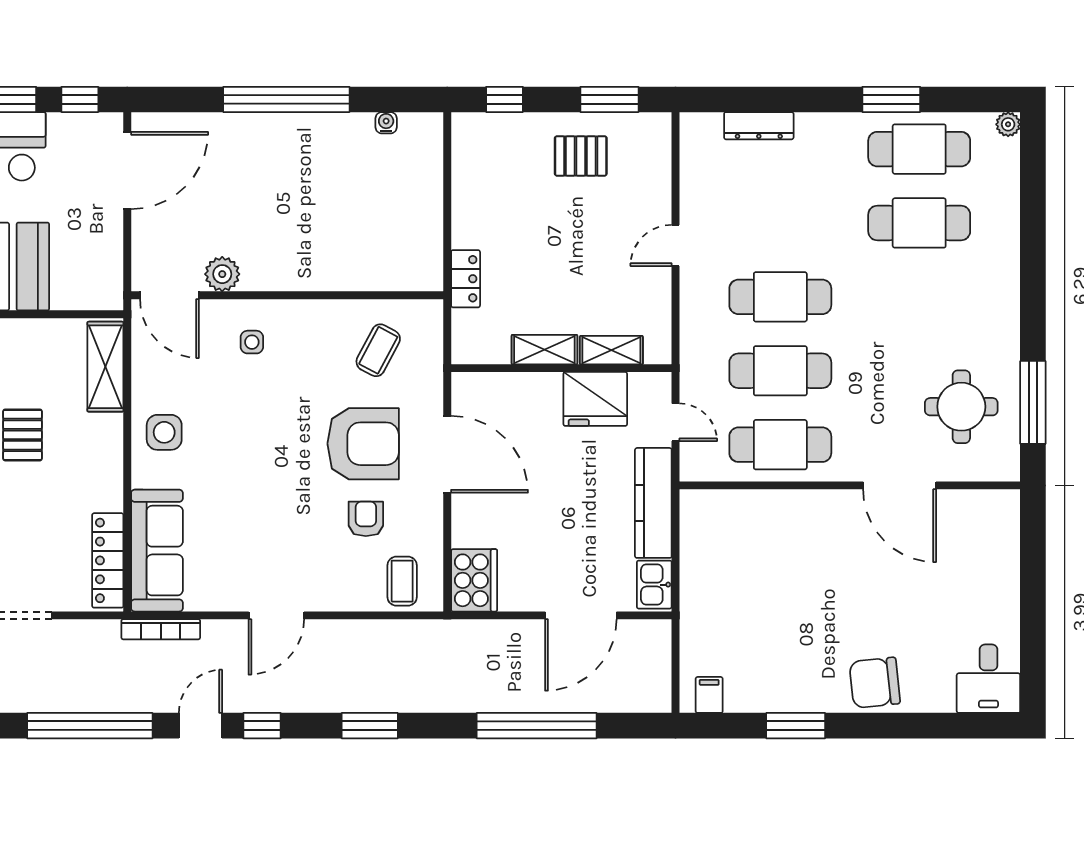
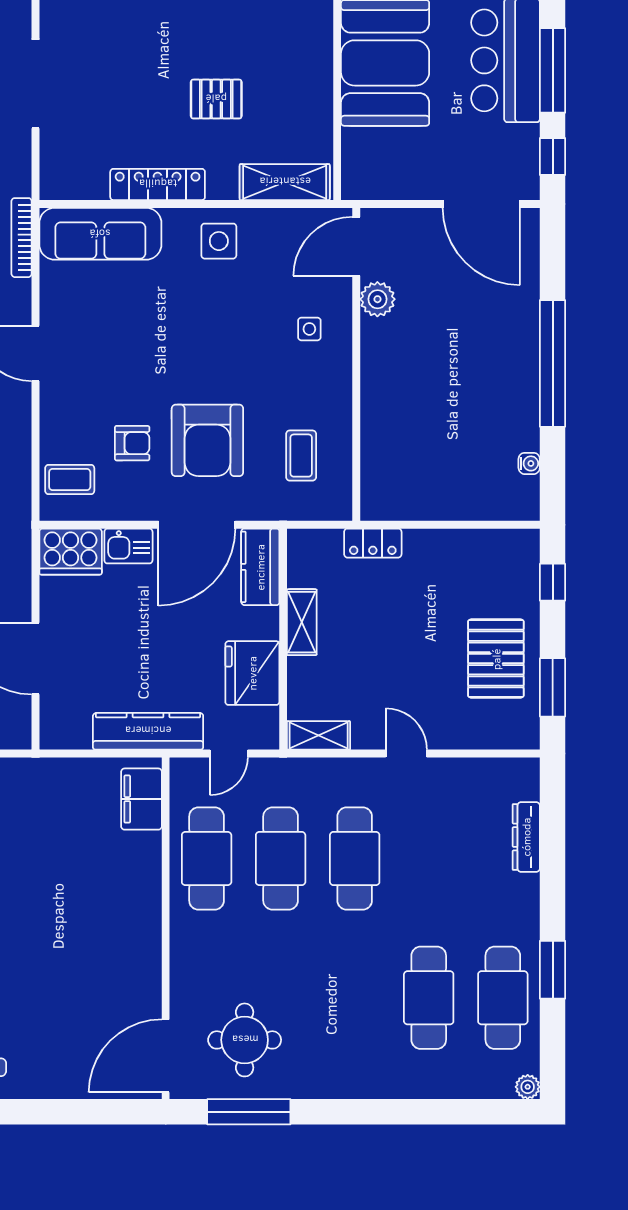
pallet: (581, 156) -> (496, 659), width x1.50, depth x1.42
coffee table: (378, 350) -> (301, 456), turned 62
shelving: (611, 350) -> (319, 735), moved, turned 90
kitchen counter: (489, 391) -> (260, 567), added
door: (900, 485) -> (166, 1056), moved
filing cabinet: (721, 510) -> (141, 799), added
locker: (108, 560) -> (158, 184), moved
kitchen sink: (654, 585) -> (128, 546), moved, turned 180

